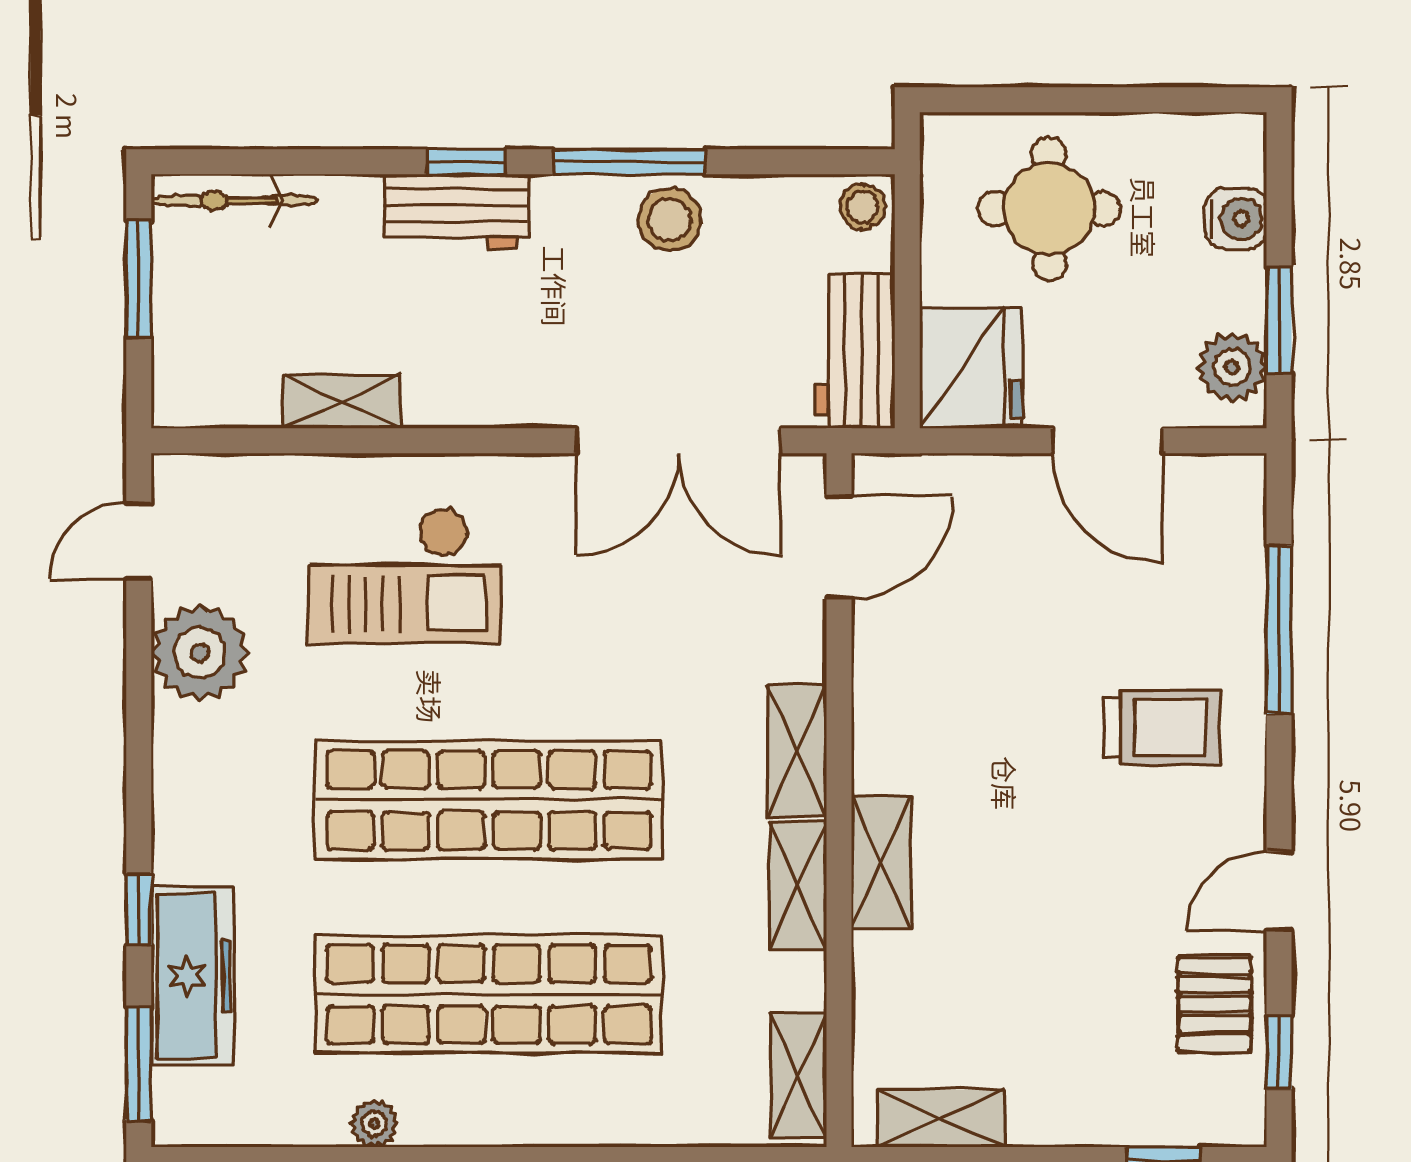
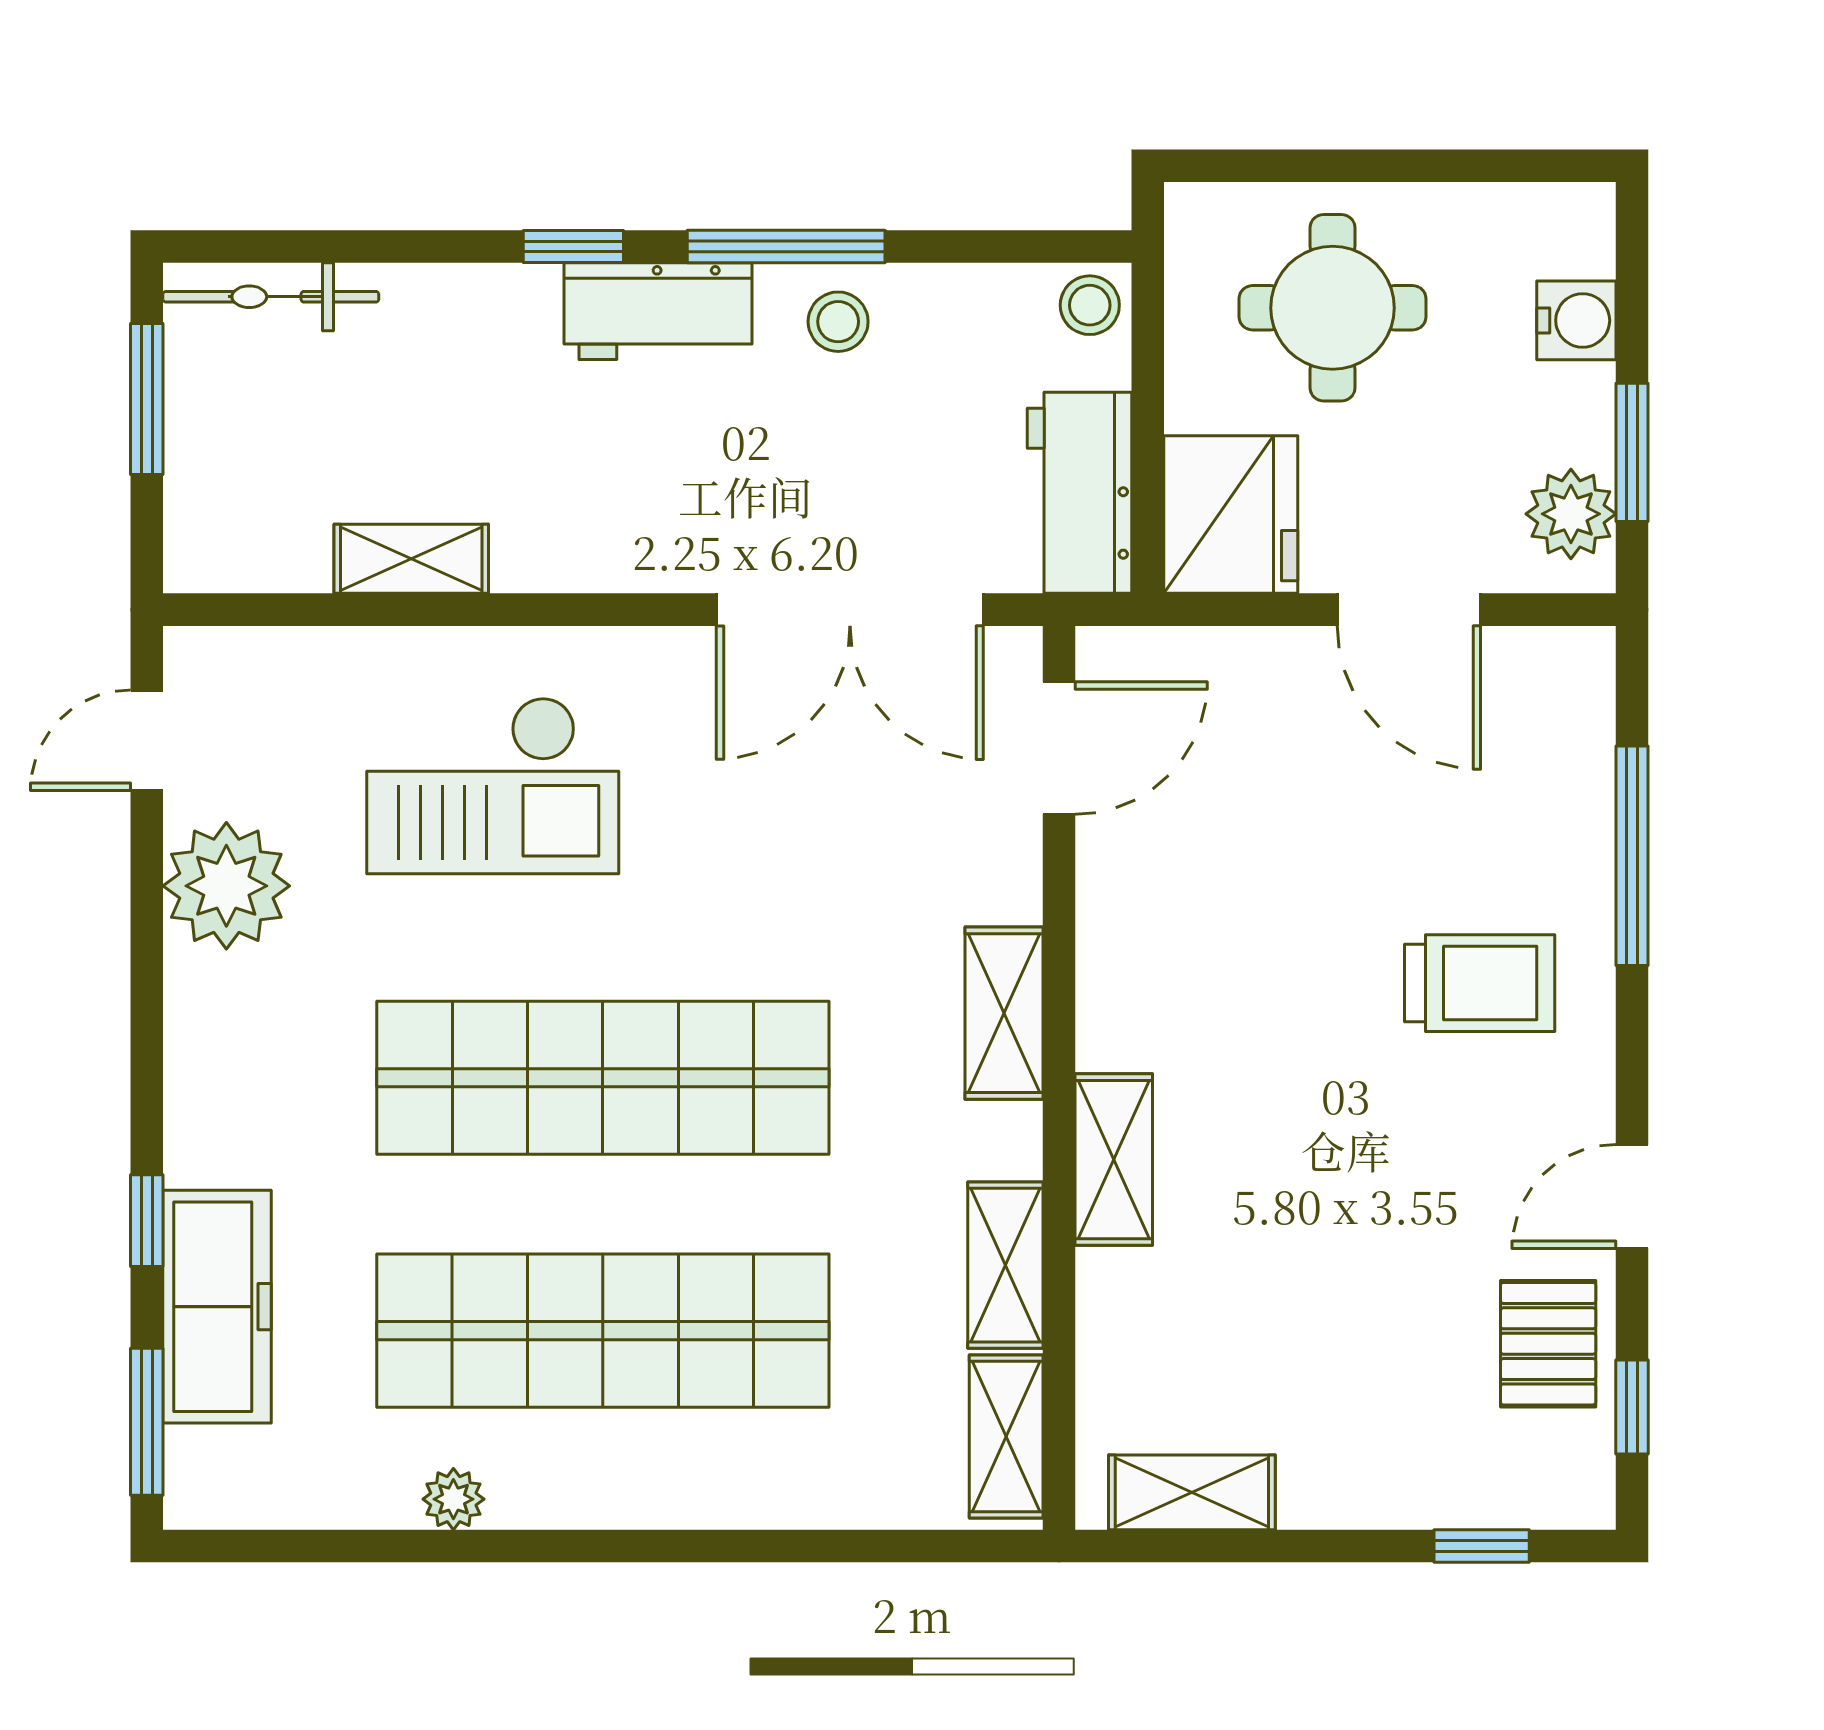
workbench: (456, 211) -> (658, 311), moved
stool: (670, 220) -> (838, 322), width x0.73, depth x0.73
shelving: (798, 886) -> (1005, 1265), moved

